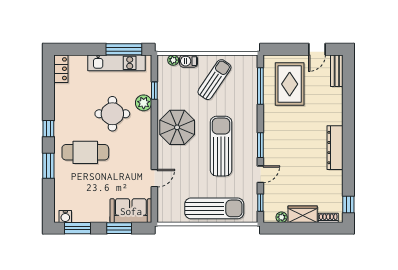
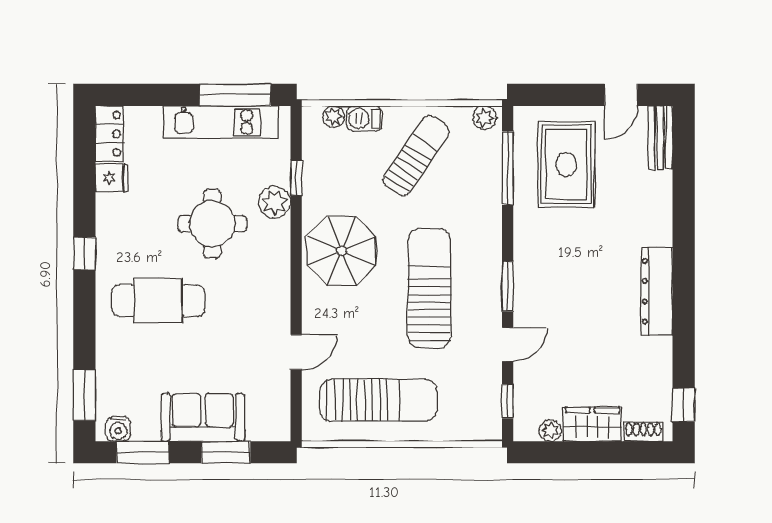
plant: (249, 61) -> (485, 118), added
fridge: (62, 91) -> (112, 178), added
window: (48, 166) -> (84, 395), moved
sun lounger: (214, 208) -> (378, 400), moved
sofa: (131, 211) -> (203, 417), moved

